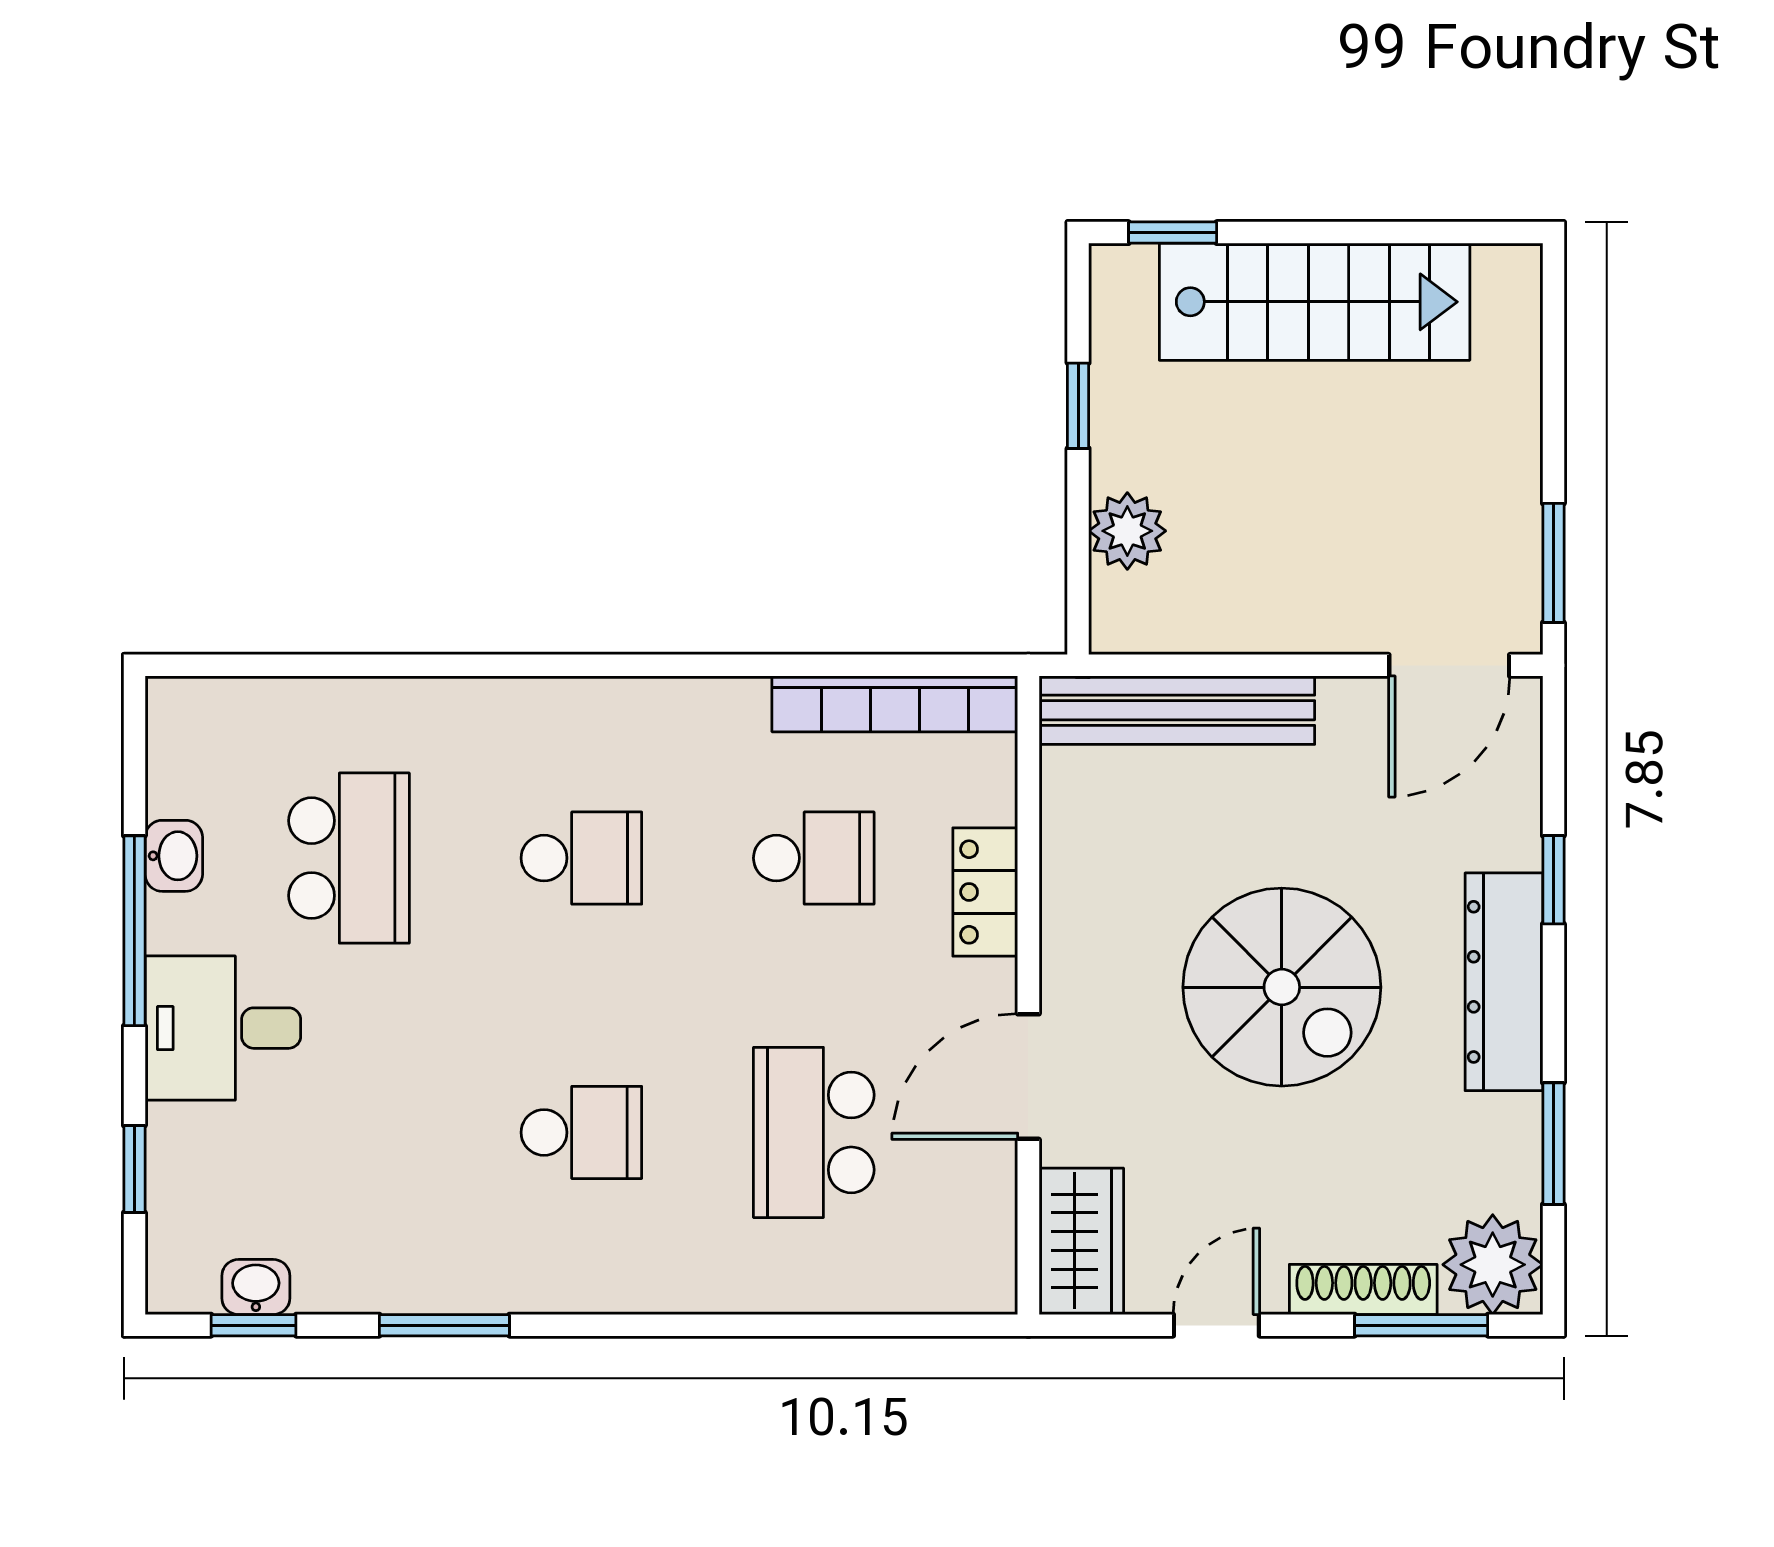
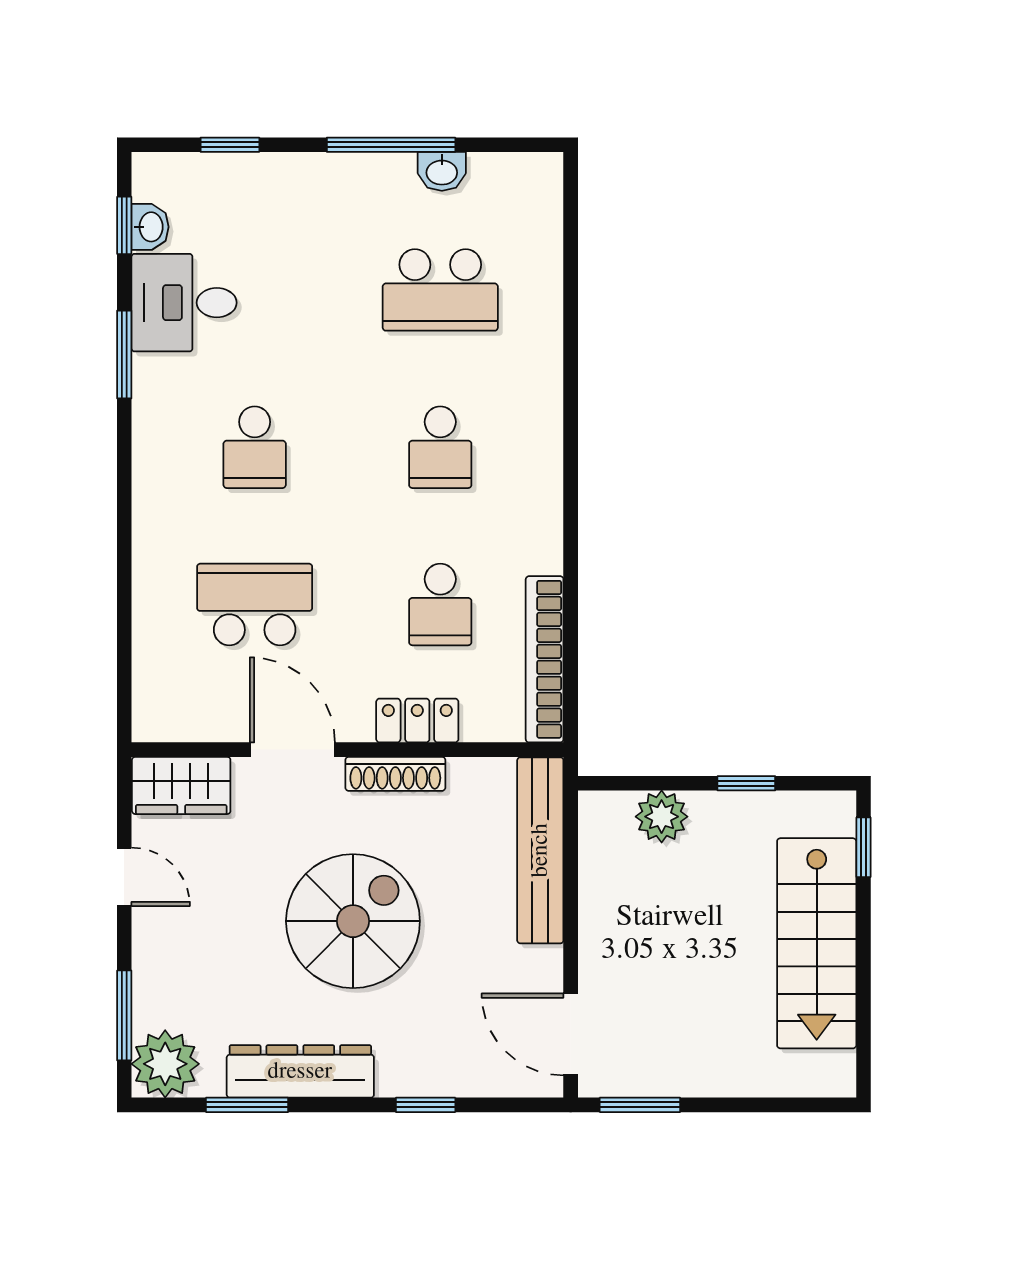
dresser: (1504, 982) -> (300, 1071), moved
spiral stairs: (1282, 987) -> (353, 921), turned 180
desk: (223, 1028) -> (184, 303), moved, turned -90
shoe rack: (1363, 1289) -> (395, 774), moved, turned 90

